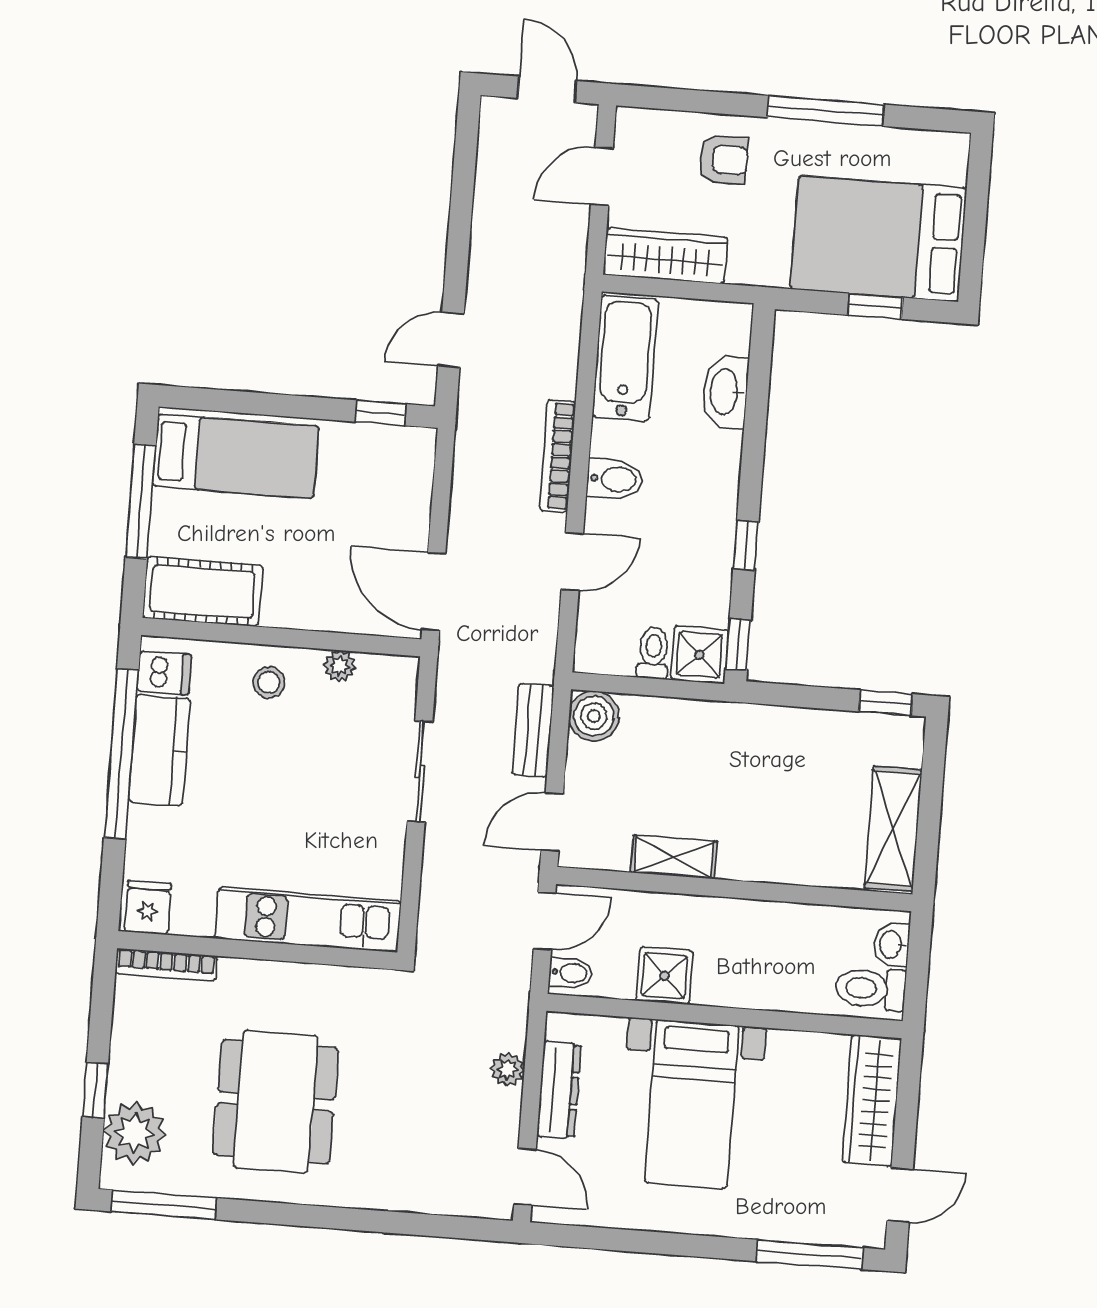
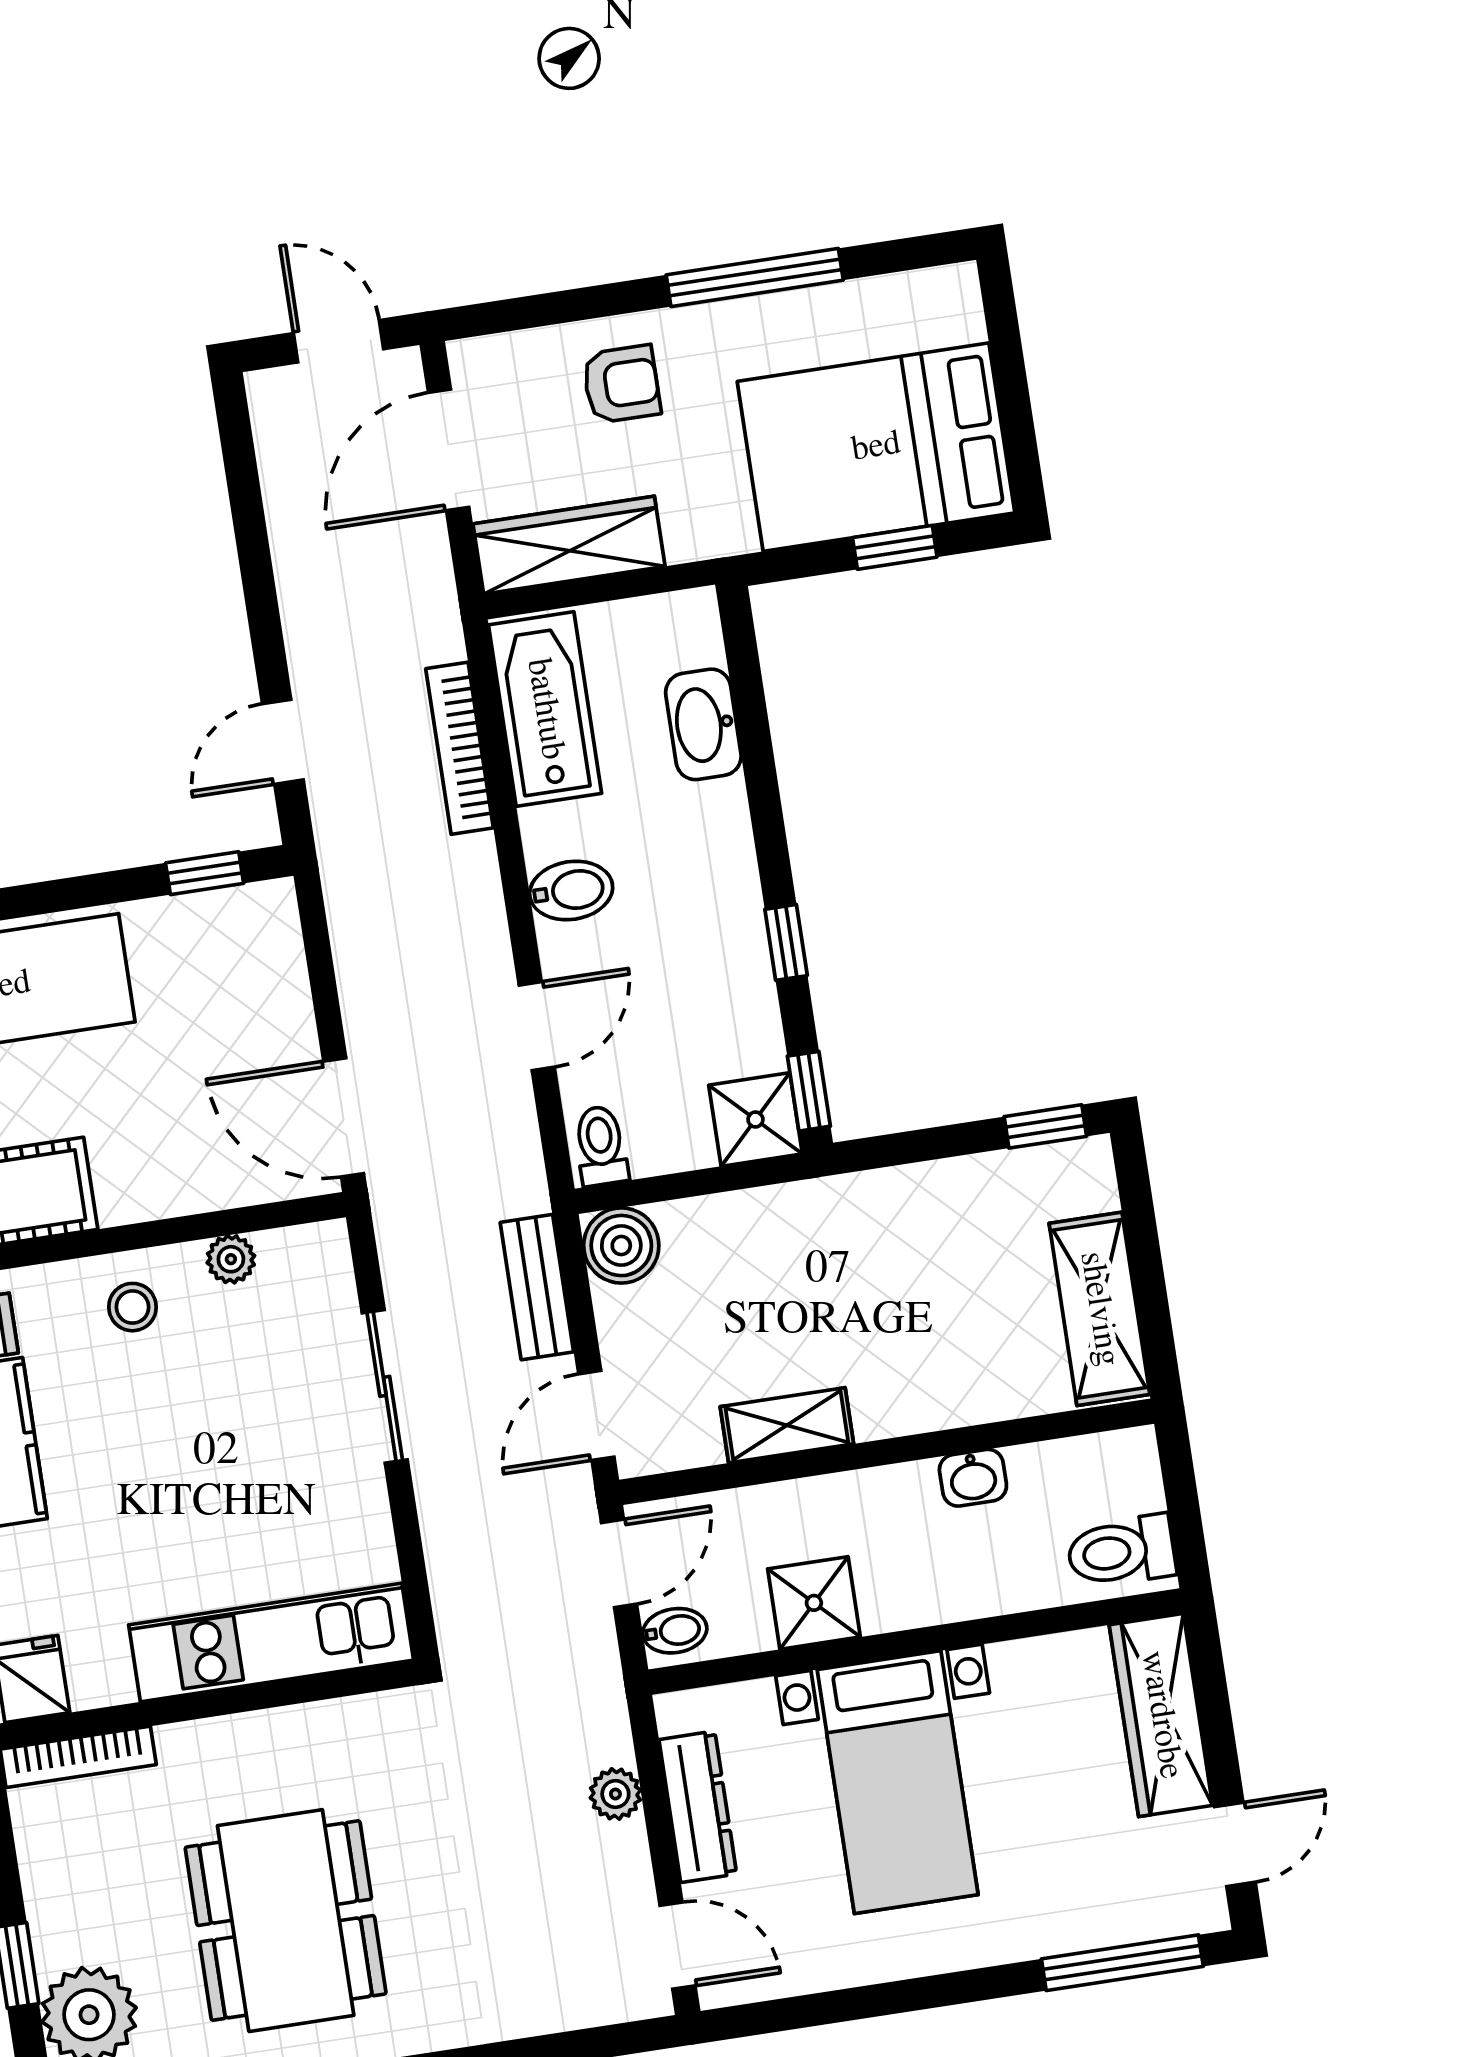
door: (602, 176) -> (449, 450), width x1.38
bookcase: (558, 456) -> (460, 748), moved
toilet: (653, 653) -> (601, 1146), moved
washbasin: (891, 944) -> (973, 1478), moved, turned -90

